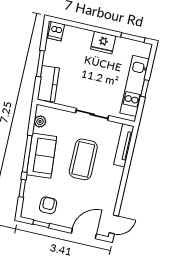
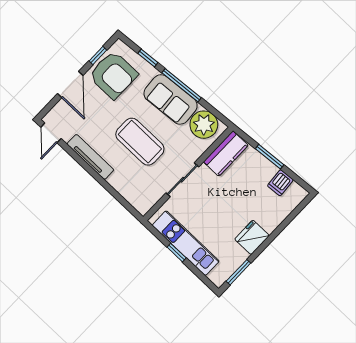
dishwasher: (56, 31) -> (280, 183), moved, turned -95
kitchen counter: (48, 84) -> (226, 154), moved, turned -85
plant: (40, 121) -> (204, 125), width x1.88, depth x1.88
tv unit: (124, 145) -> (90, 157), moved
armchair: (48, 205) -> (113, 75), width x1.88, depth x1.88
door: (84, 234) -> (70, 85), moved

